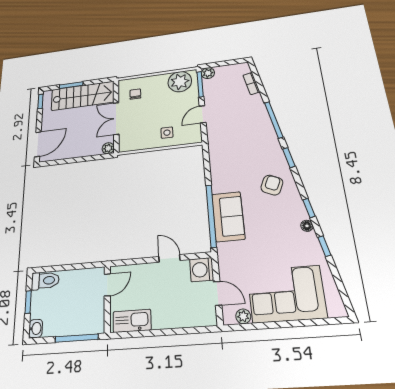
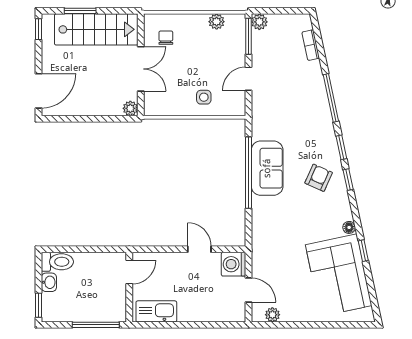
plant: (180, 82) -> (217, 22), width x0.53, depth x0.53
double door: (116, 119) -> (141, 69), swing flipped
window: (309, 208) -> (348, 180), moved
window: (211, 216) -> (248, 173), moved
sofa: (228, 216) -> (267, 168), moved
corner sofa: (286, 294) -> (339, 275), moved, turned -102
window: (28, 302) -> (39, 305), moved
washbasin: (36, 328) -> (49, 282), moved

